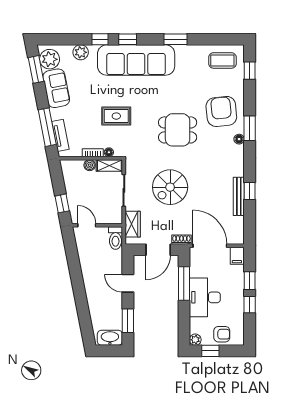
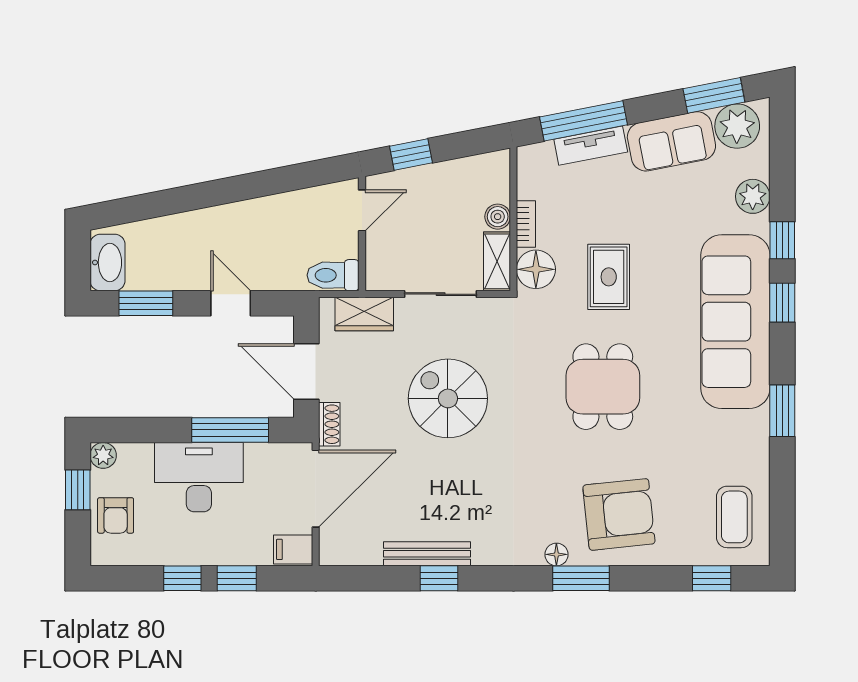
dining table: (178, 130) -> (603, 387), moved
tv unit: (60, 135) -> (591, 146), moved
floor lamp: (109, 152) -> (536, 269), width x1.89, depth x1.89
door: (128, 283) -> (231, 303), hinge flipped

